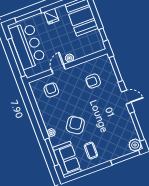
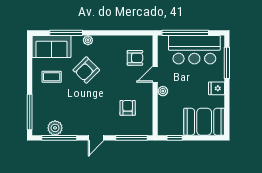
door: (58, 69) -> (155, 74), swing flipped
armchair: (75, 125) -> (86, 70), turned 101
plant: (135, 145) -> (55, 128), moved

